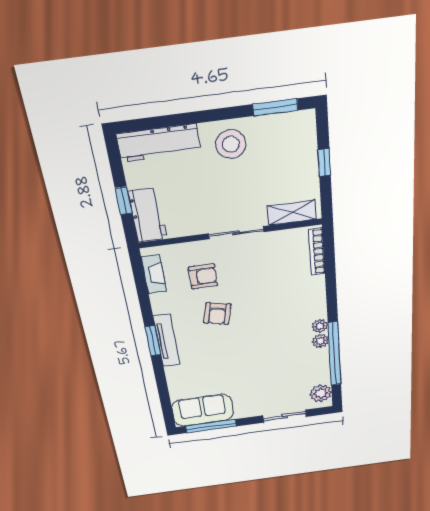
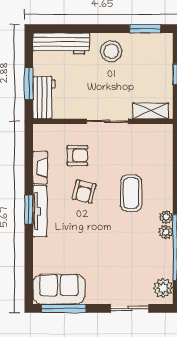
window: (124, 201) -> (29, 83), width x1.50
bookcase: (317, 252) -> (168, 147), removed
fireplace: (154, 274) -> (40, 168), moved
coffee table: (275, 308) -> (131, 193), added

